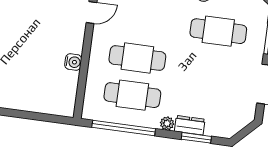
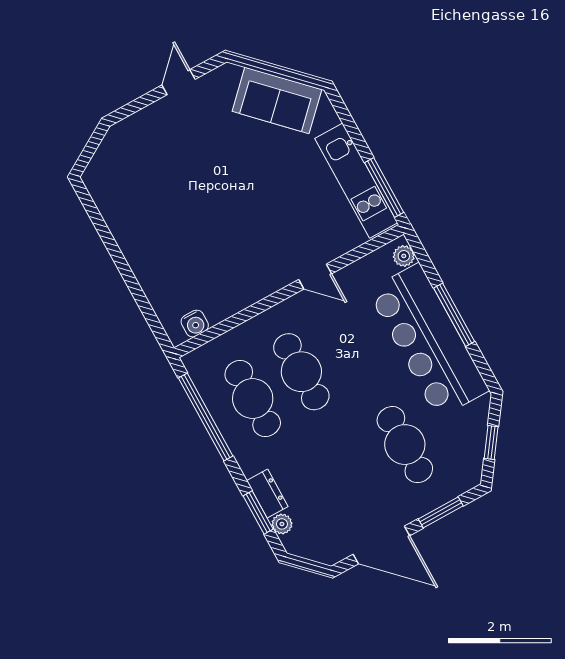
water cooler: (73, 62) -> (195, 324), moved
plant: (167, 123) -> (282, 524), moved

